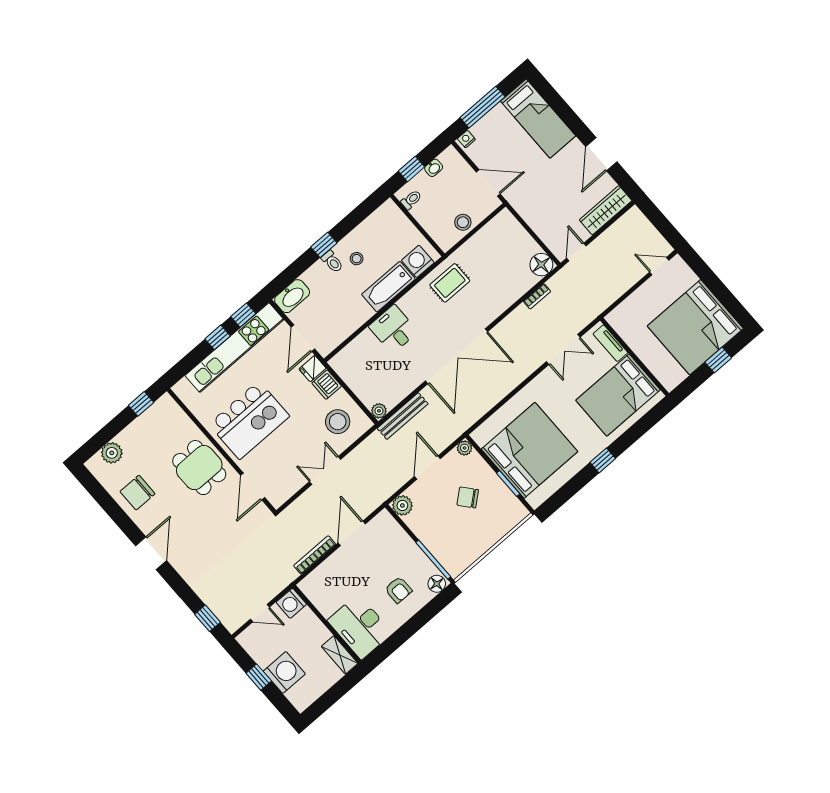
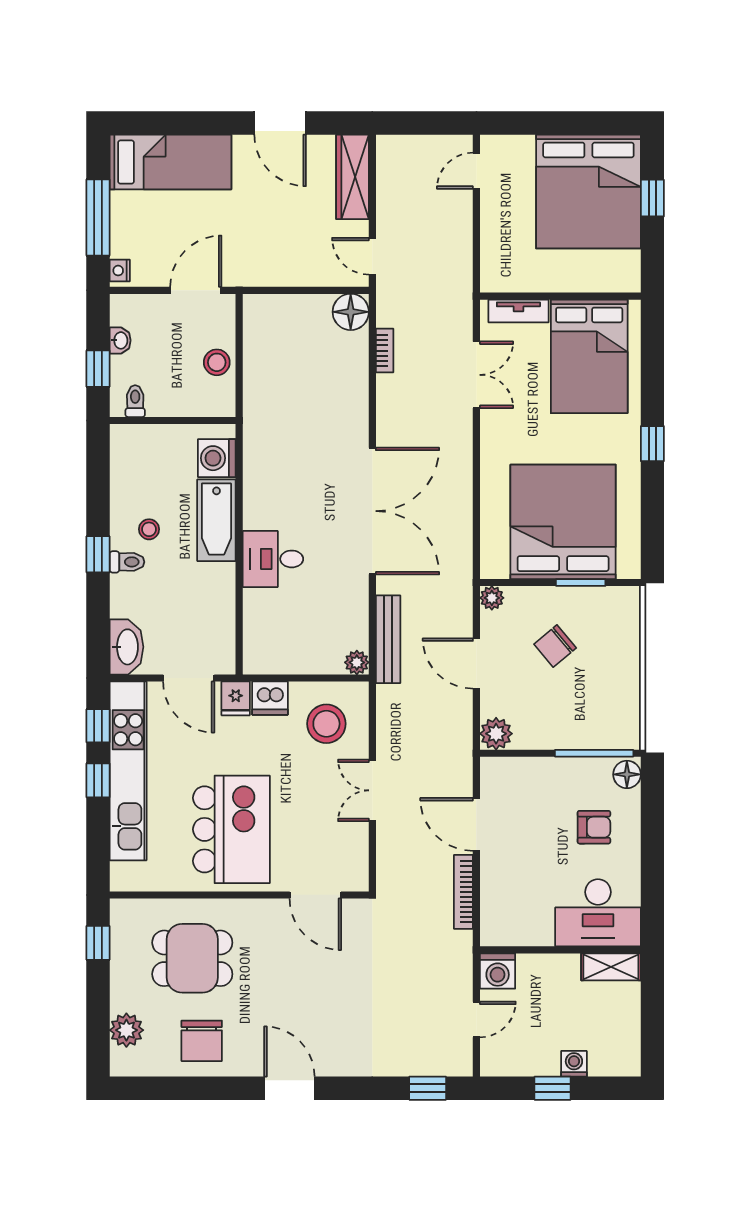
rug: (450, 283) -> (276, 442), removed
dining table: (199, 468) -> (192, 958), moved
washing machine: (284, 672) -> (574, 1064), width x0.53, depth x0.53

